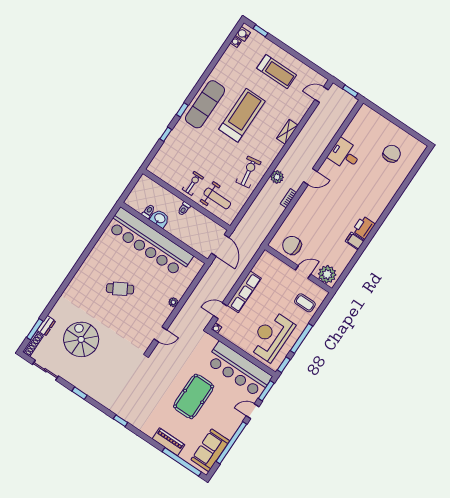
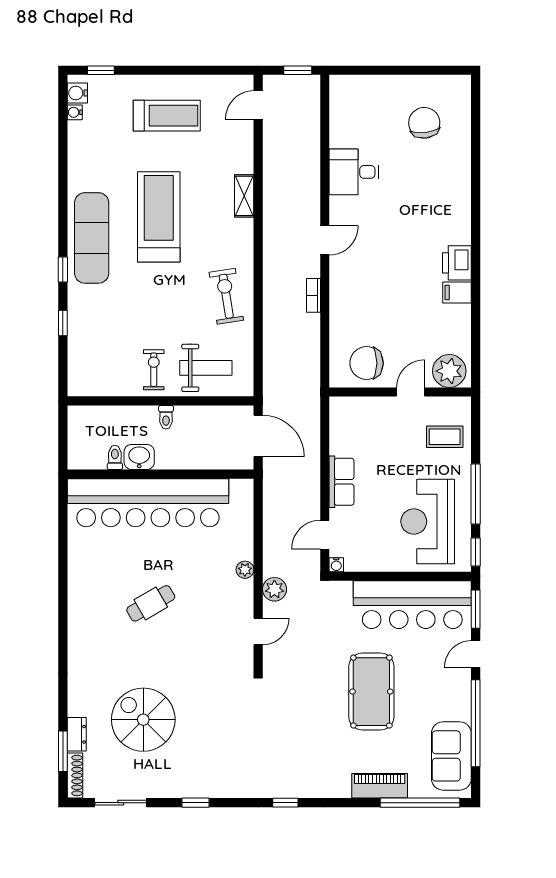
plant: (277, 177) -> (274, 589), moved
row of seats: (244, 292) -> (341, 482), width x0.68

